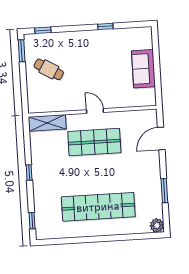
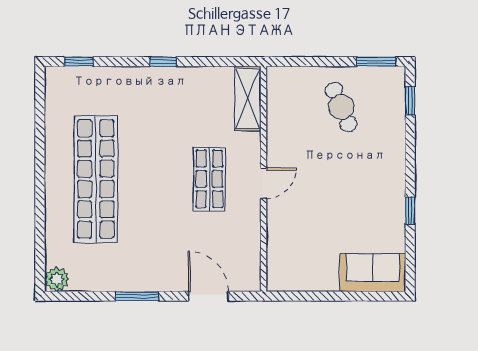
cafe table: (49, 69) -> (341, 107), turned -54
sofa: (143, 69) -> (373, 273), moved
shop shelf: (94, 142) -> (209, 179), width x0.70, depth x0.74
window: (164, 191) -> (137, 296), moved

